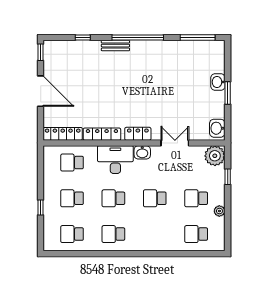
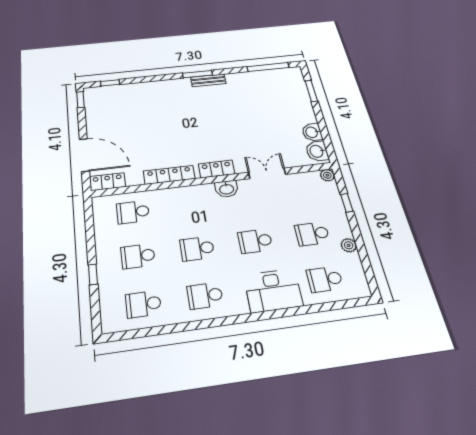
window: (83, 38) -> (110, 83), moved
window: (138, 38) -> (197, 74), width x0.47
bench: (115, 46) -> (208, 80), moved
washbasin: (218, 82) -> (312, 132), moved
door: (41, 91) -> (84, 155), moved
window: (228, 93) -> (311, 91), moved
locker: (63, 134) -> (107, 182), width x0.66
plant: (215, 156) -> (327, 175), width x0.53, depth x0.53
desk: (115, 160) -> (273, 291), moved, turned 180

